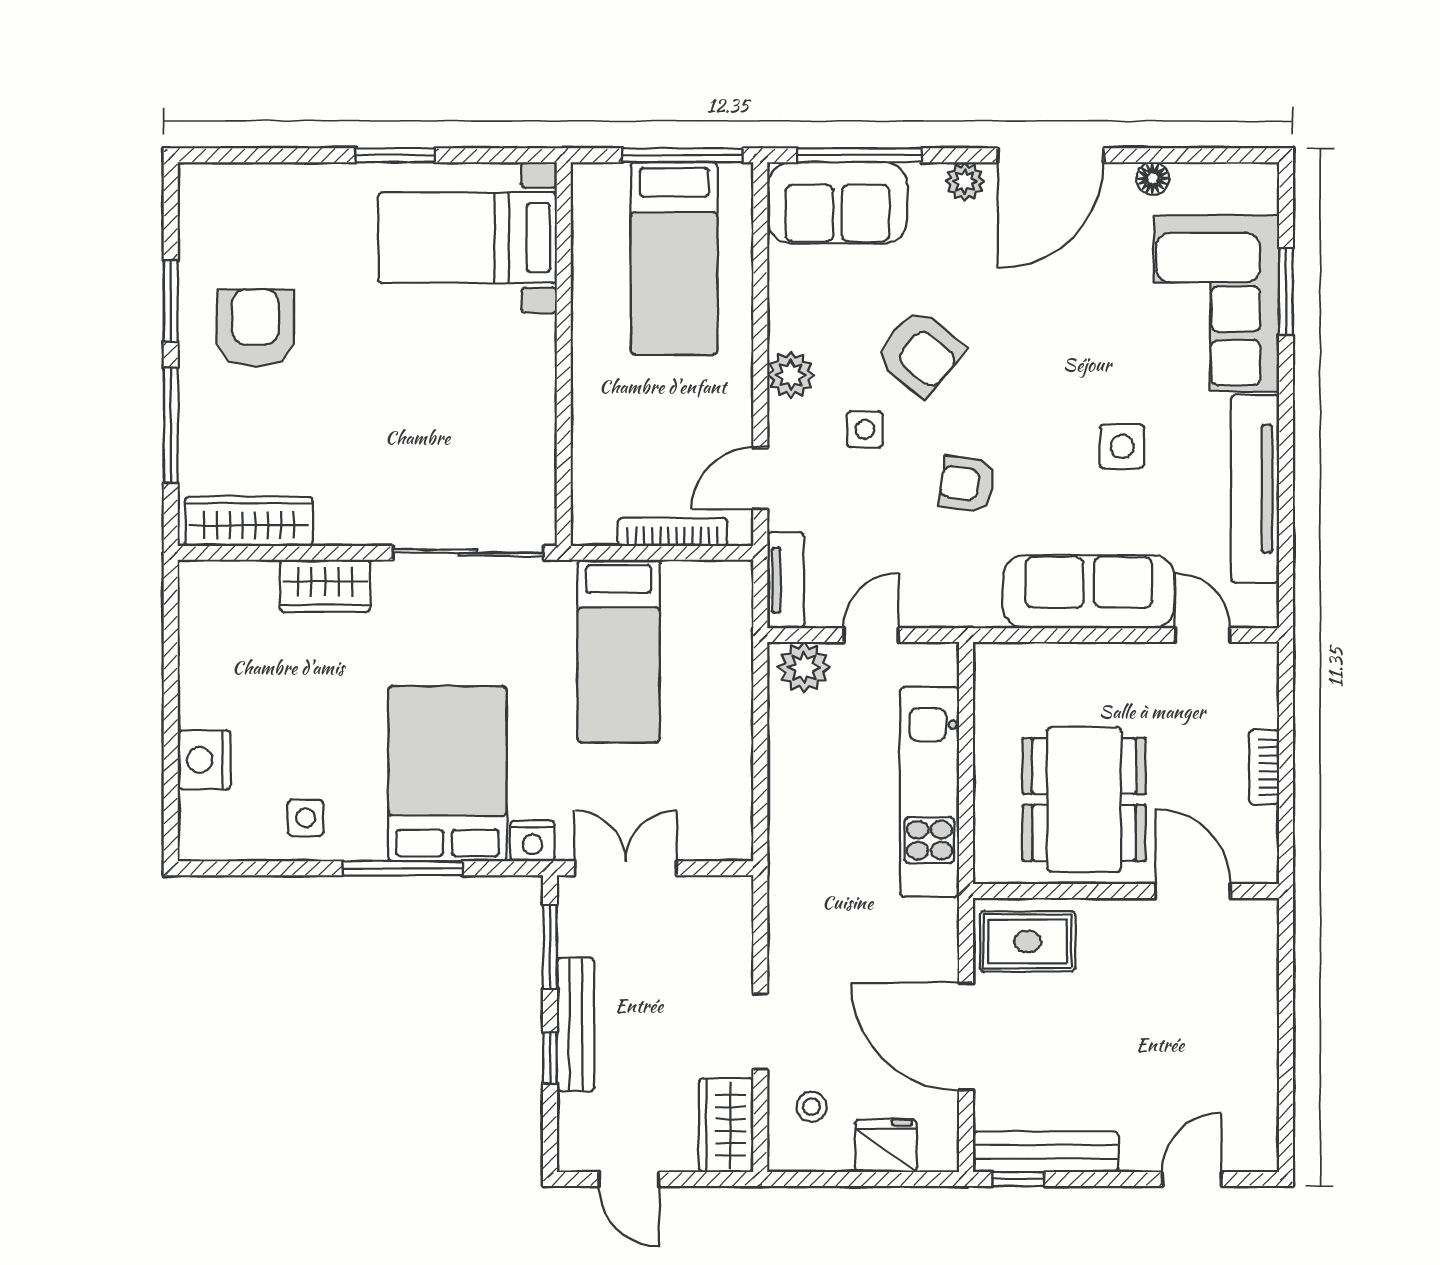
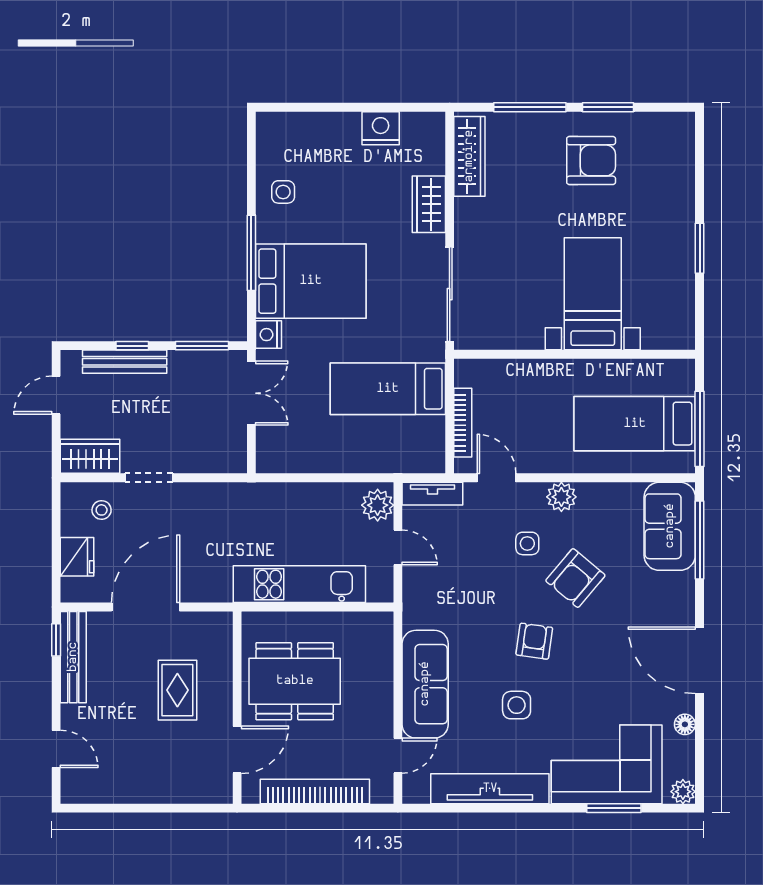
plant: (965, 182) -> (683, 792), moved
bed with nightstands: (468, 238) -> (593, 294), moved
armchair: (967, 484) -> (534, 641), moved
nightstand: (204, 760) -> (381, 128), moved
bookcase: (1264, 767) -> (315, 791), width x2.31, depth x1.31
rug: (1028, 941) -> (177, 690), moved
bench: (576, 1025) -> (125, 362), moved

